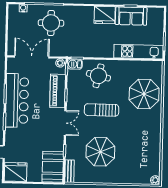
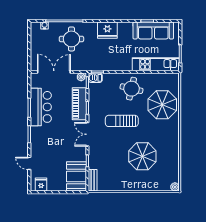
fridge: (105, 15) -> (107, 30), moved
sofa: (131, 16) -> (153, 30), width x1.36
round table: (98, 76) -> (132, 89), moved
bar counter: (17, 100) -> (41, 107), width x0.73
double door: (65, 123) -> (87, 134), swing flipped
parasol: (100, 152) -> (142, 156), moved
fridge: (16, 172) -> (41, 185), width x0.53, depth x0.75

